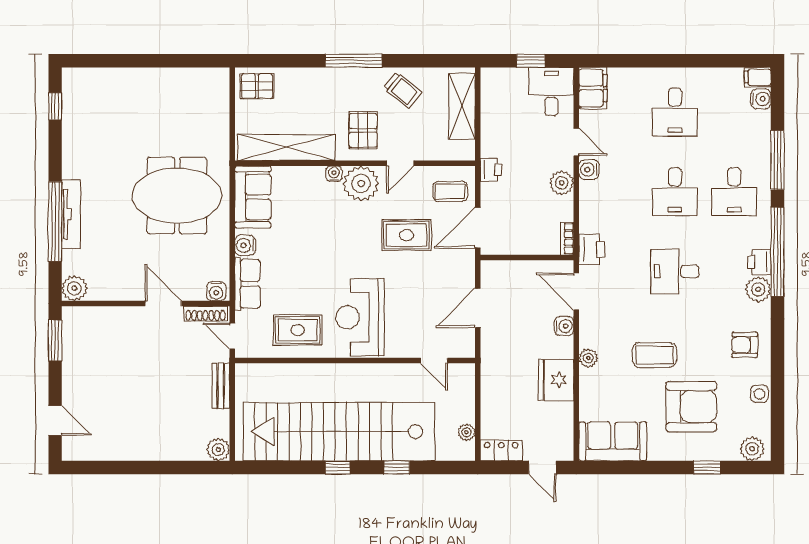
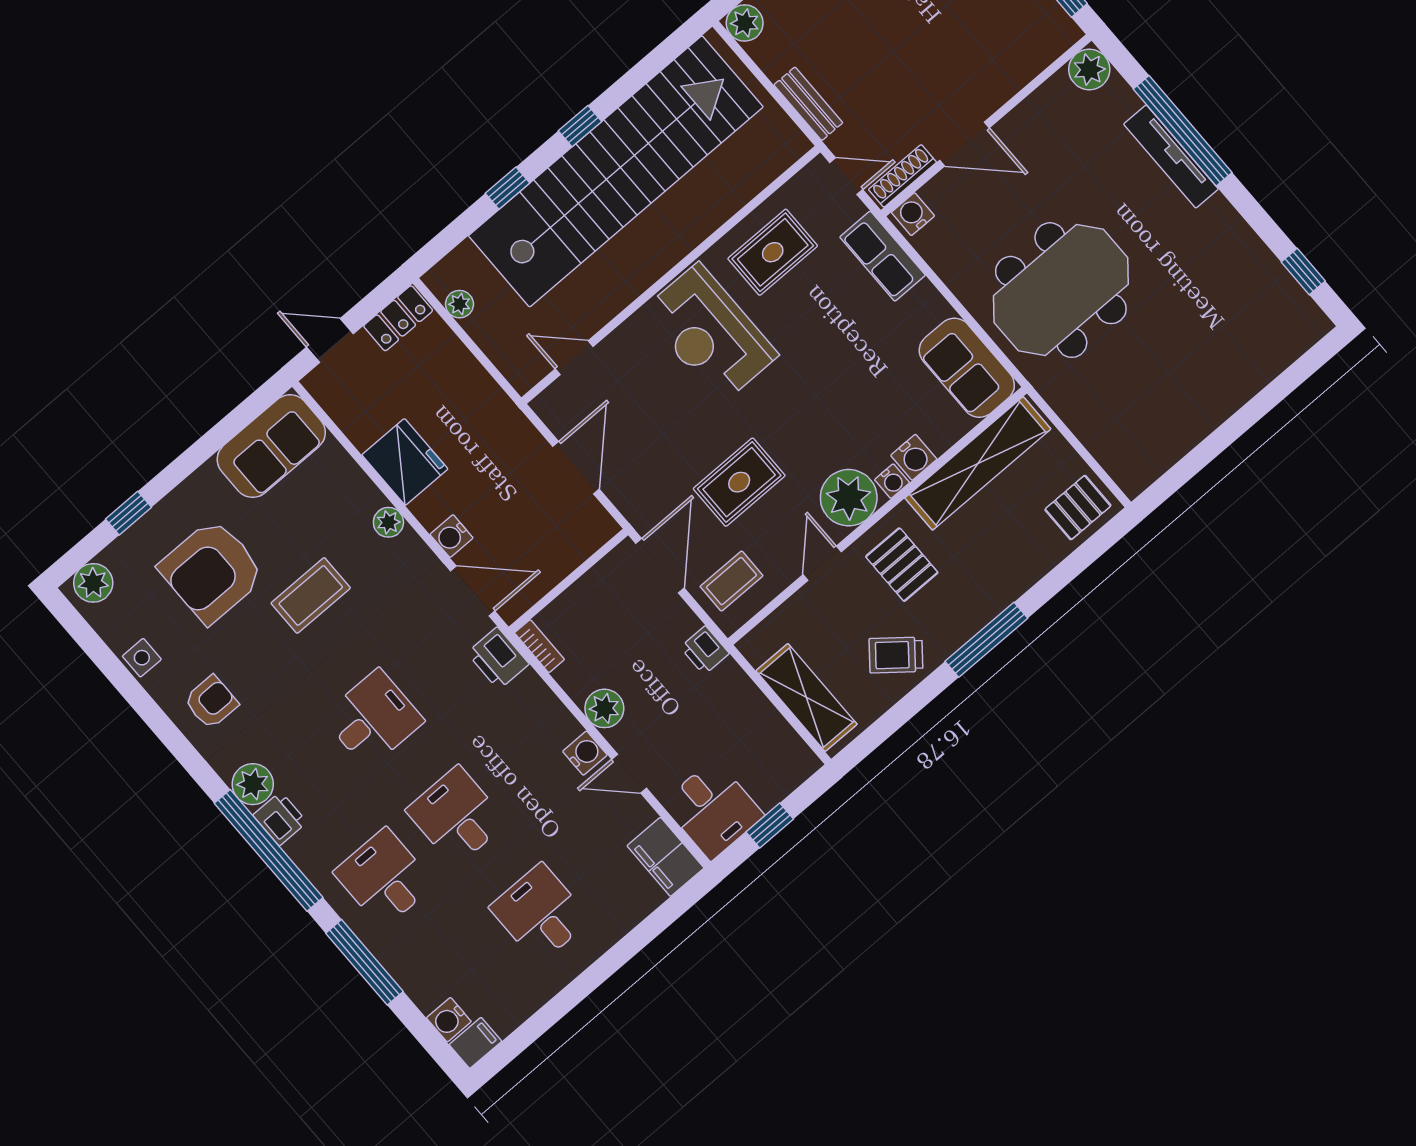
water cooler: (245, 245) -> (914, 457), moved, turned 90
reception desk: (360, 317) -> (710, 333), turned 180

